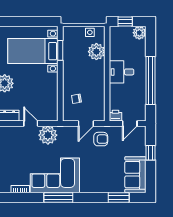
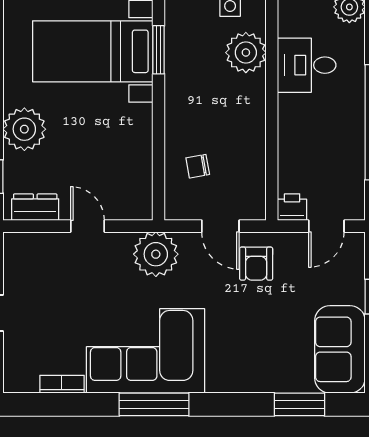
desk: (122, 72) -> (307, 65), moved
door: (86, 124) -> (220, 226), hinge flipped
plant: (48, 135) -> (156, 254), moved
armchair: (101, 139) -> (256, 264), turned 90

